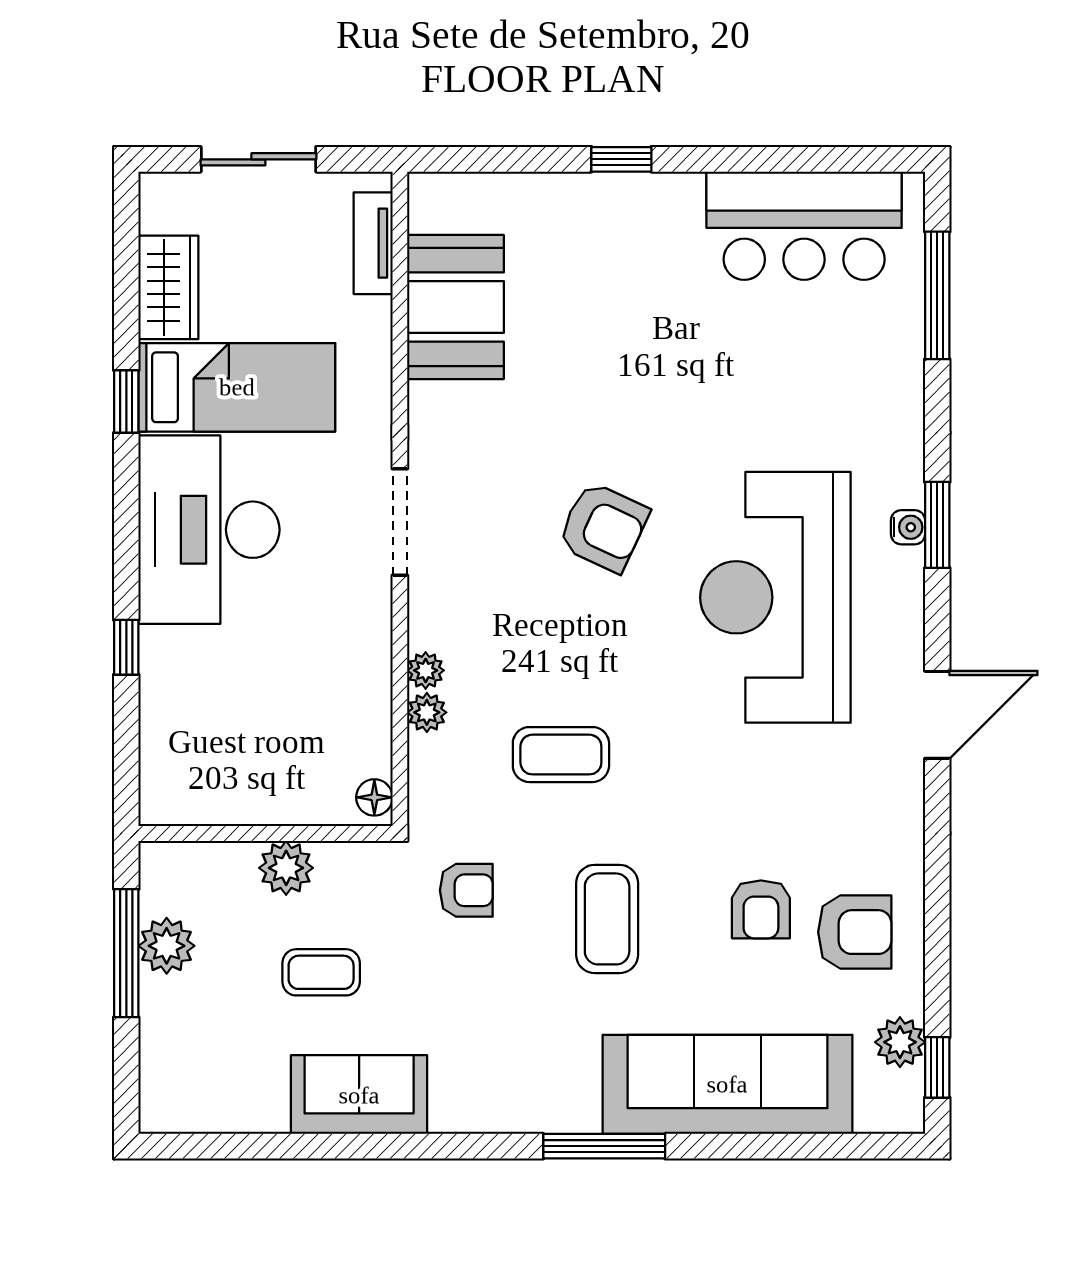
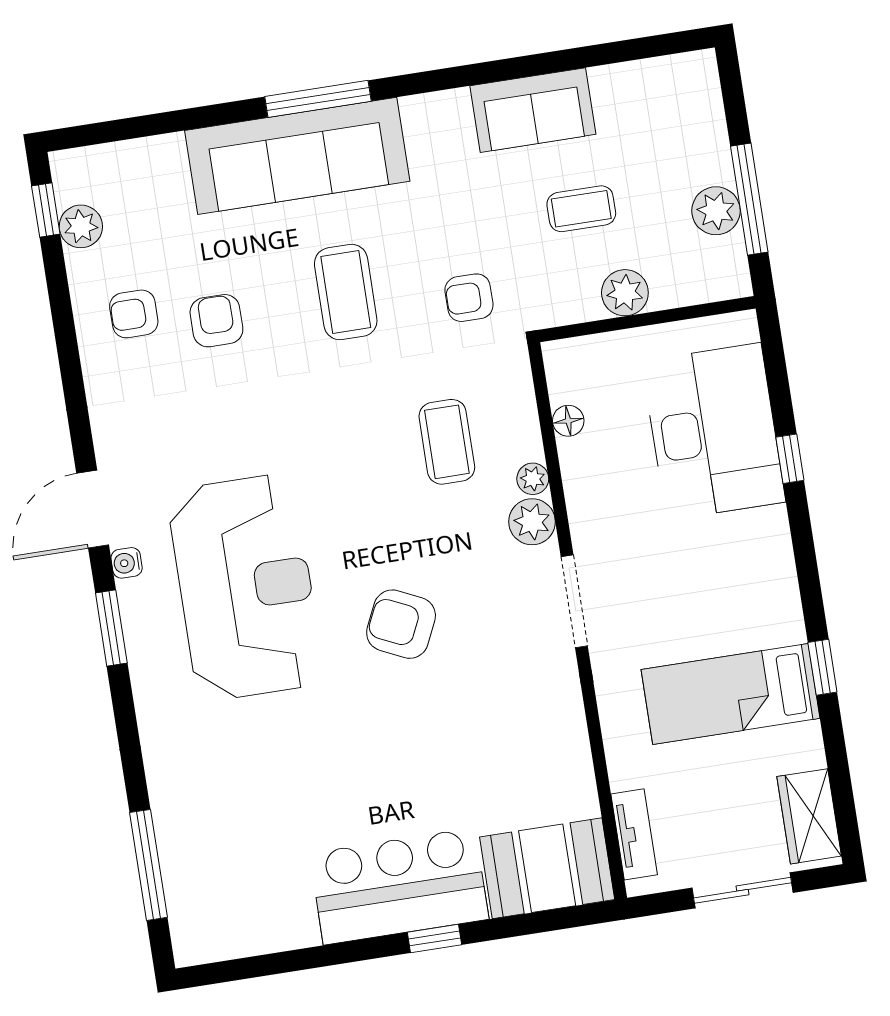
bar counter: (804, 226) -> (399, 886), moved
wardrobe: (168, 287) -> (809, 816), moved
booth: (456, 307) -> (547, 868), moved, turned 90
window: (937, 525) -> (111, 628), moved
water cooler: (908, 527) -> (127, 563), moved
desk: (209, 530) -> (714, 431), moved
plant: (427, 712) -> (532, 522), moved, width x1.38, depth x1.38
coffee table: (561, 755) -> (447, 442), moved, turned 90
floor lamp: (374, 797) -> (568, 421), moved
armchair: (855, 932) -> (134, 314), width x0.72, depth x0.72
sofa: (727, 1084) -> (297, 156), moved

